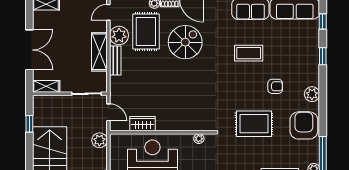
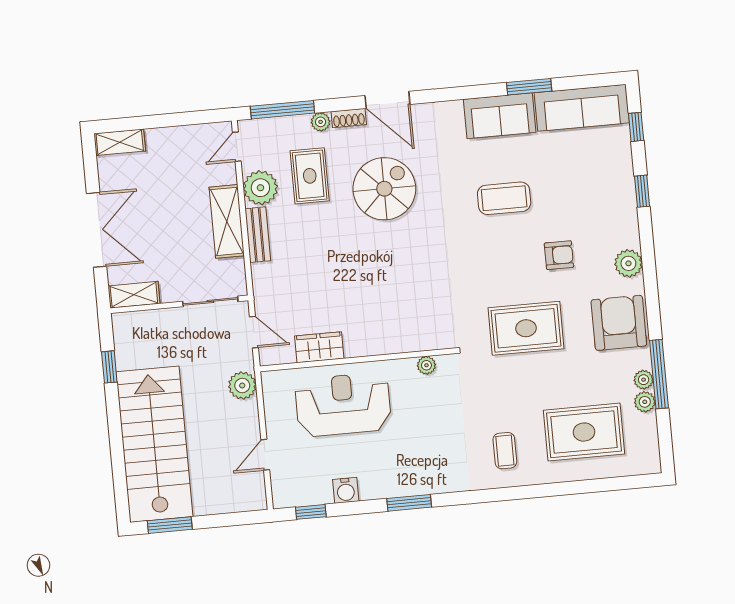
rug: (146, 32) -> (310, 176), width x0.73, depth x0.70
plant: (314, 157) -> (644, 380), added

